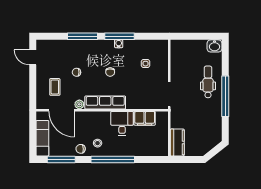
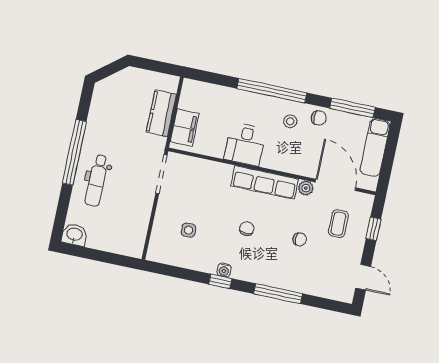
window: (119, 36) -> (220, 281), width x0.46
window: (33, 88) -> (373, 229), added
filing cabinet: (145, 118) -> (185, 128), moved, turned 90
kitchen counter: (177, 142) -> (161, 113), moved

